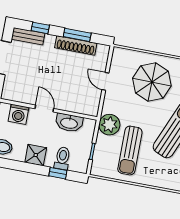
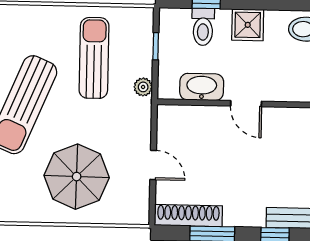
shoe rack: (76, 45) -> (188, 216), moved
washing machine: (19, 114) -> (287, 87), removed
plant: (109, 125) -> (143, 87), width x0.53, depth x0.53

